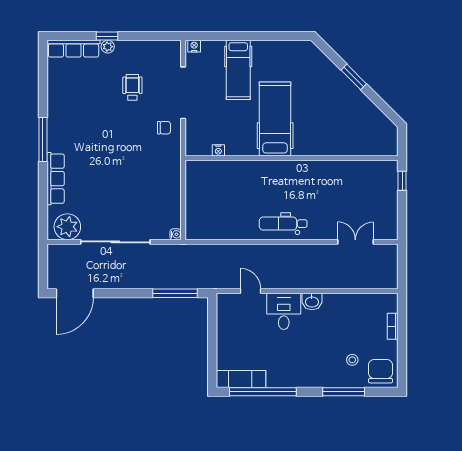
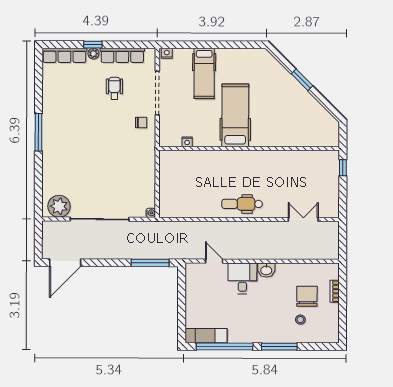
row of seats: (56, 179) -> (122, 55), moved, turned 90
chair: (381, 371) -> (307, 296), moved
window: (344, 392) -> (279, 347), moved

